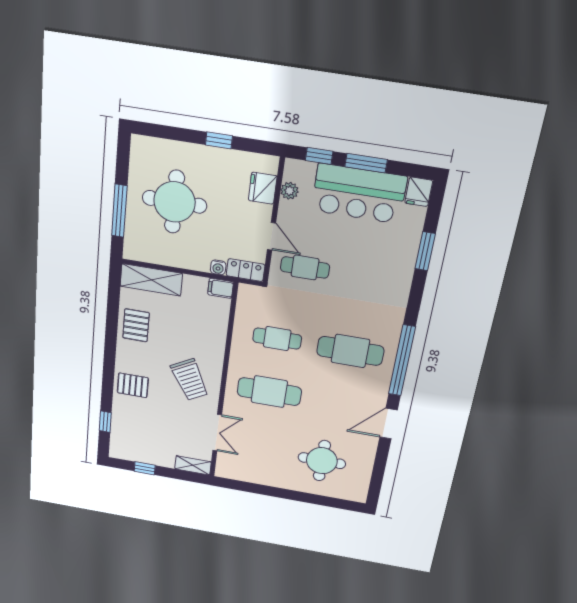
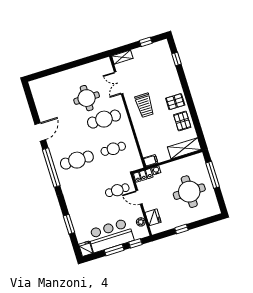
trolley: (190, 380) -> (145, 105), turned -151
pallet: (133, 385) -> (175, 102), moved
round table: (322, 461) -> (87, 98), moved

